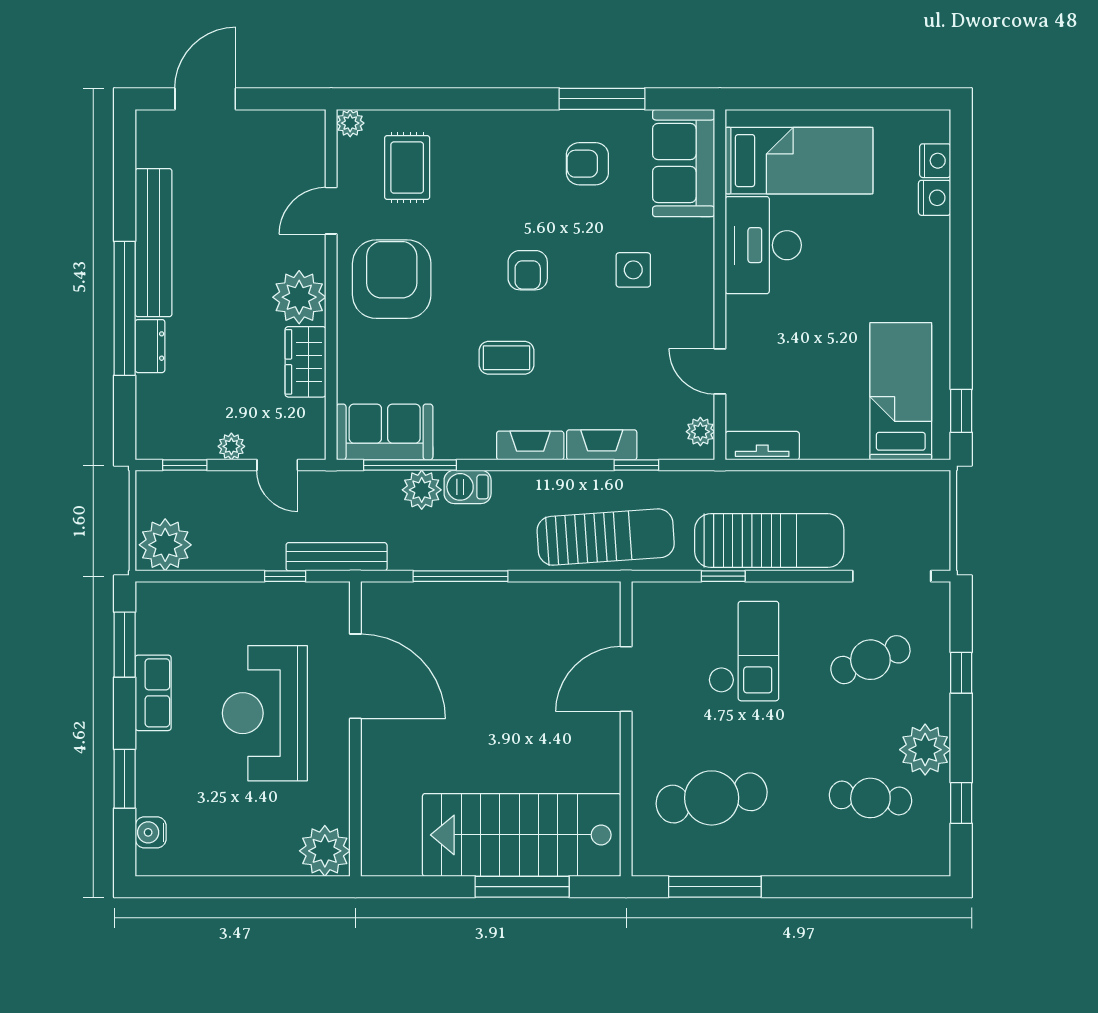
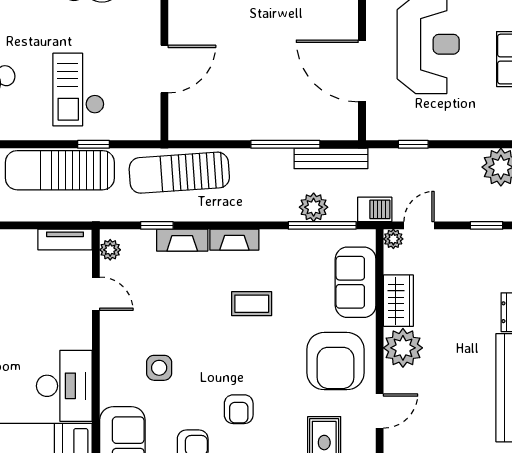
armchair: (528, 270) -> (239, 409), moved, turned 180
sofa: (385, 432) -> (356, 282), moved, turned 90
plant: (231, 446) -> (393, 239), moved
door: (277, 465) -> (419, 225), hinge flipped
barbecue: (468, 487) -> (375, 209), moved
bench: (337, 557) -> (331, 158), moved

